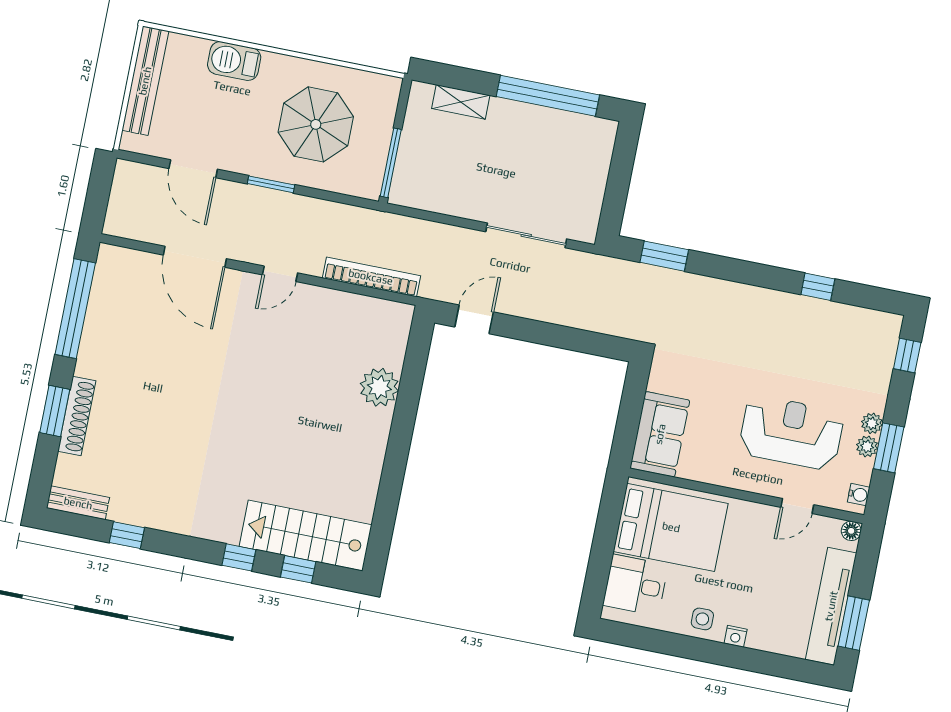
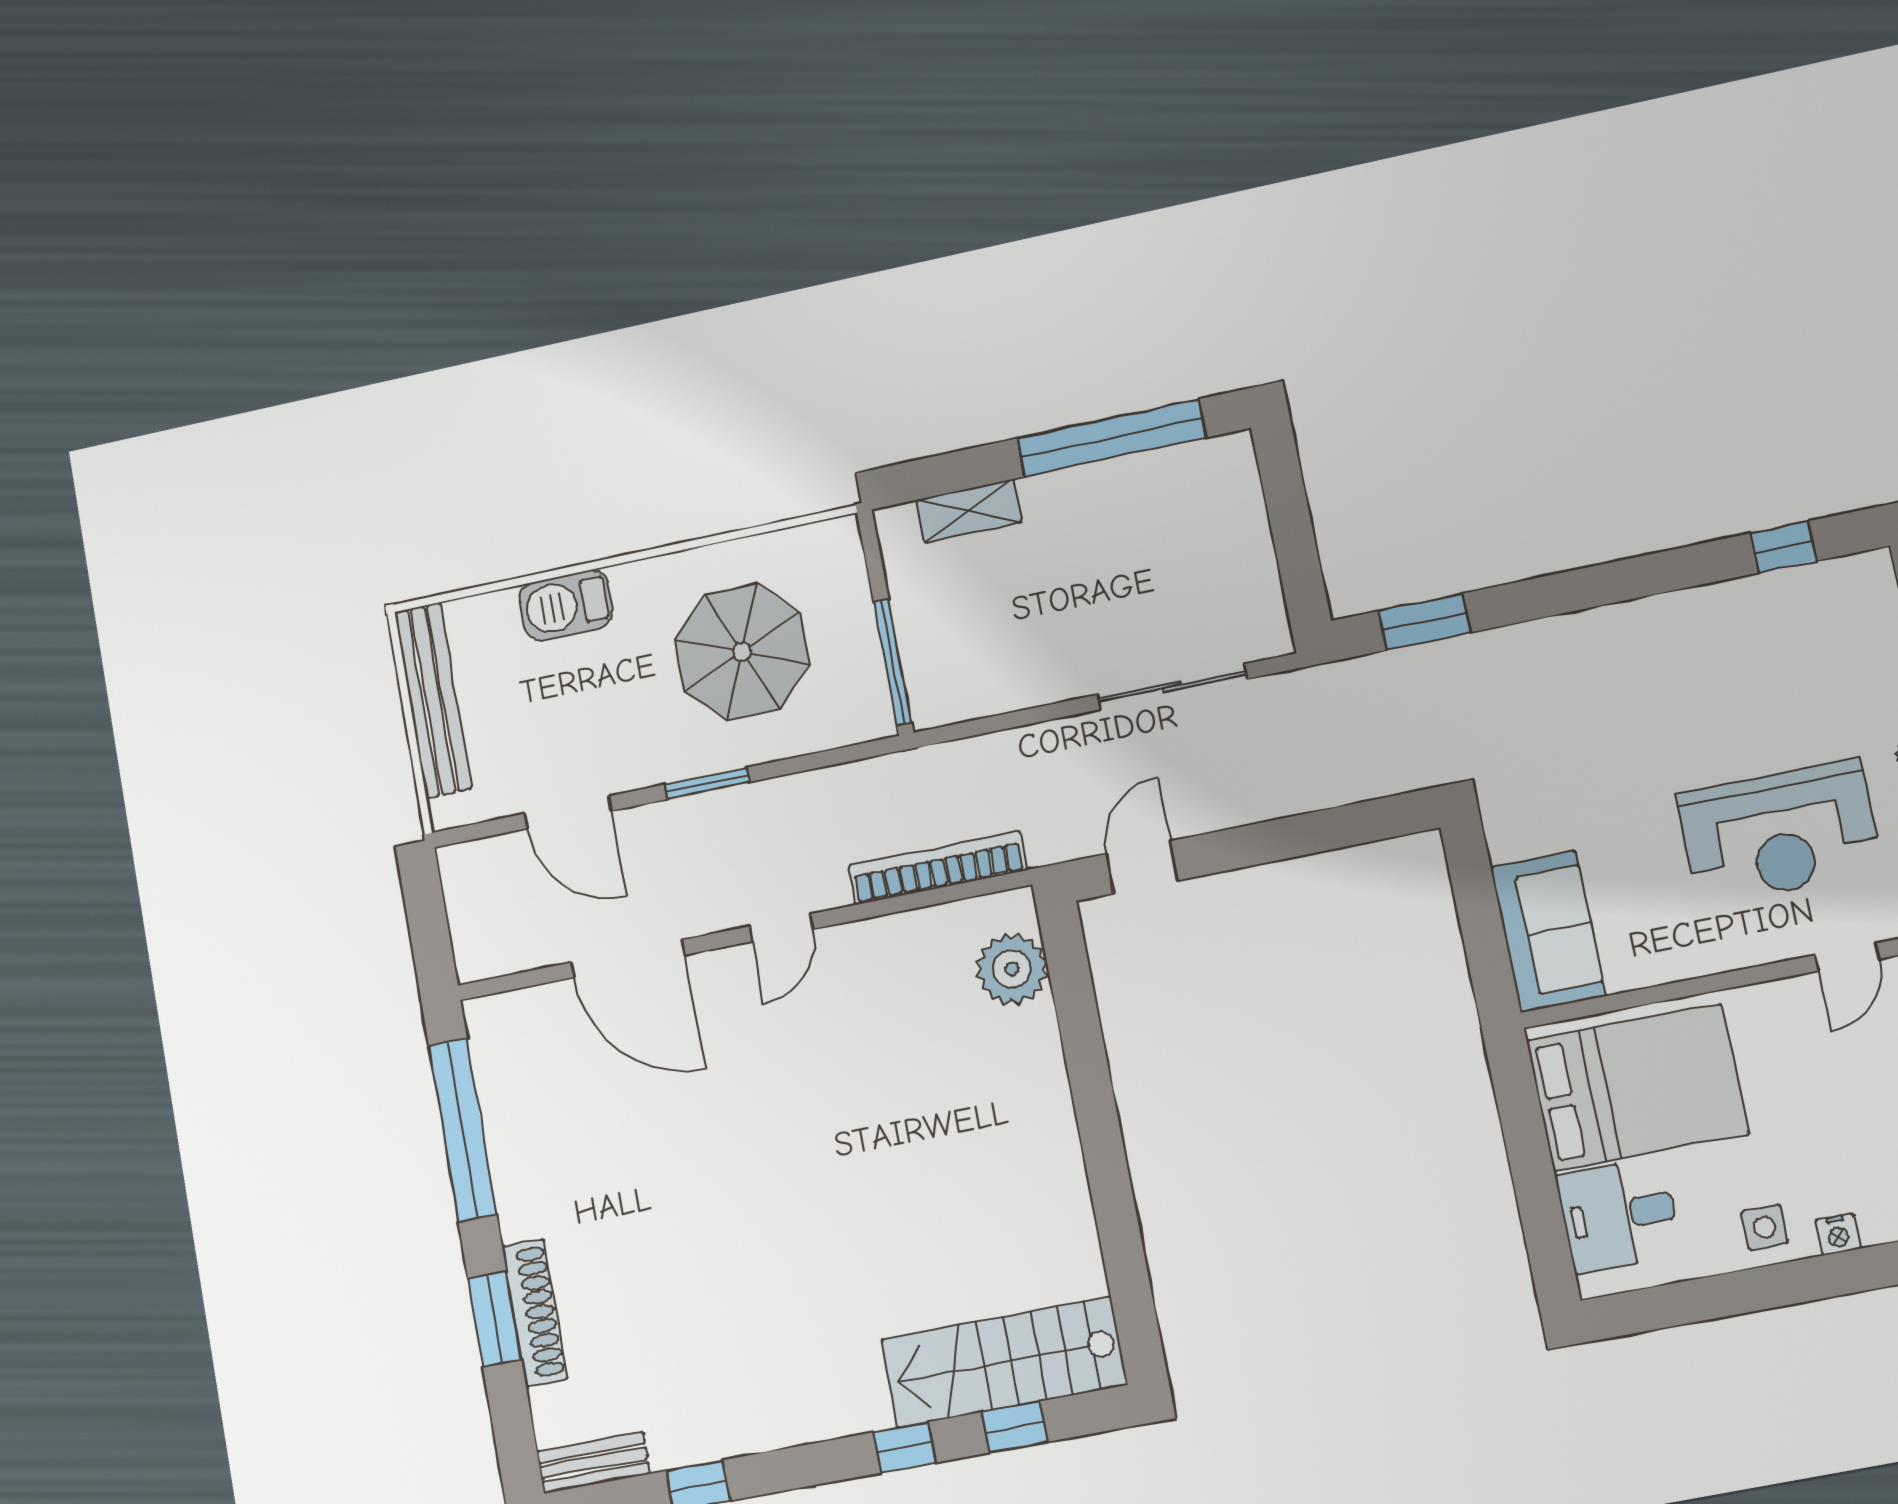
window: (818, 287) -> (1784, 547), moved
plant: (379, 387) -> (1012, 969), moved
reception desk: (791, 433) -> (1779, 832), turned 180

